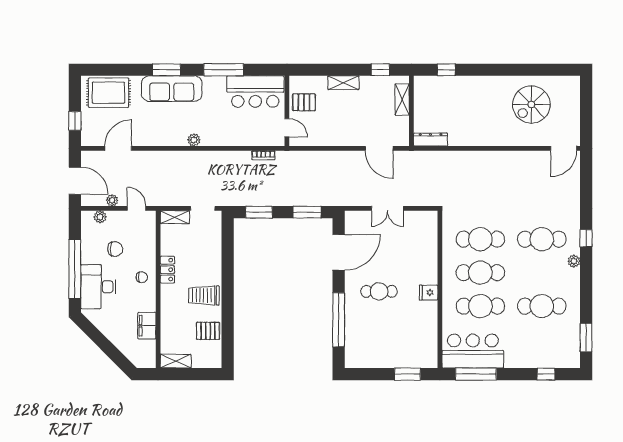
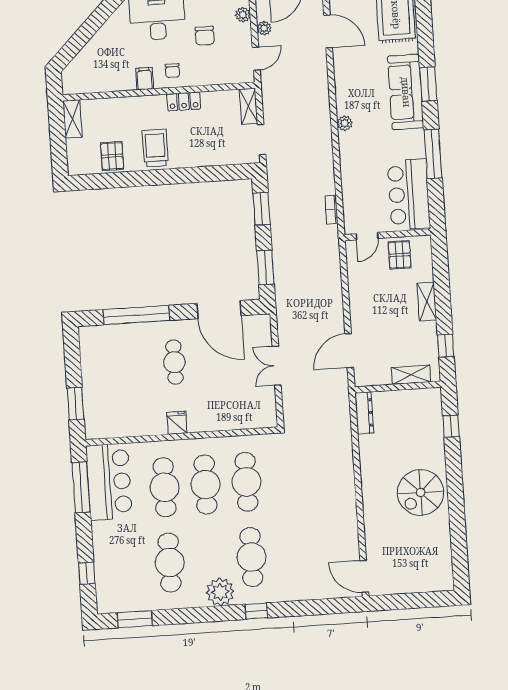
spiral stairs: (531, 104) -> (421, 492), moved, turned -90
plant: (574, 261) -> (220, 592), width x1.87, depth x1.87
filing cabinet: (147, 326) -> (145, 79), moved, width x0.50

